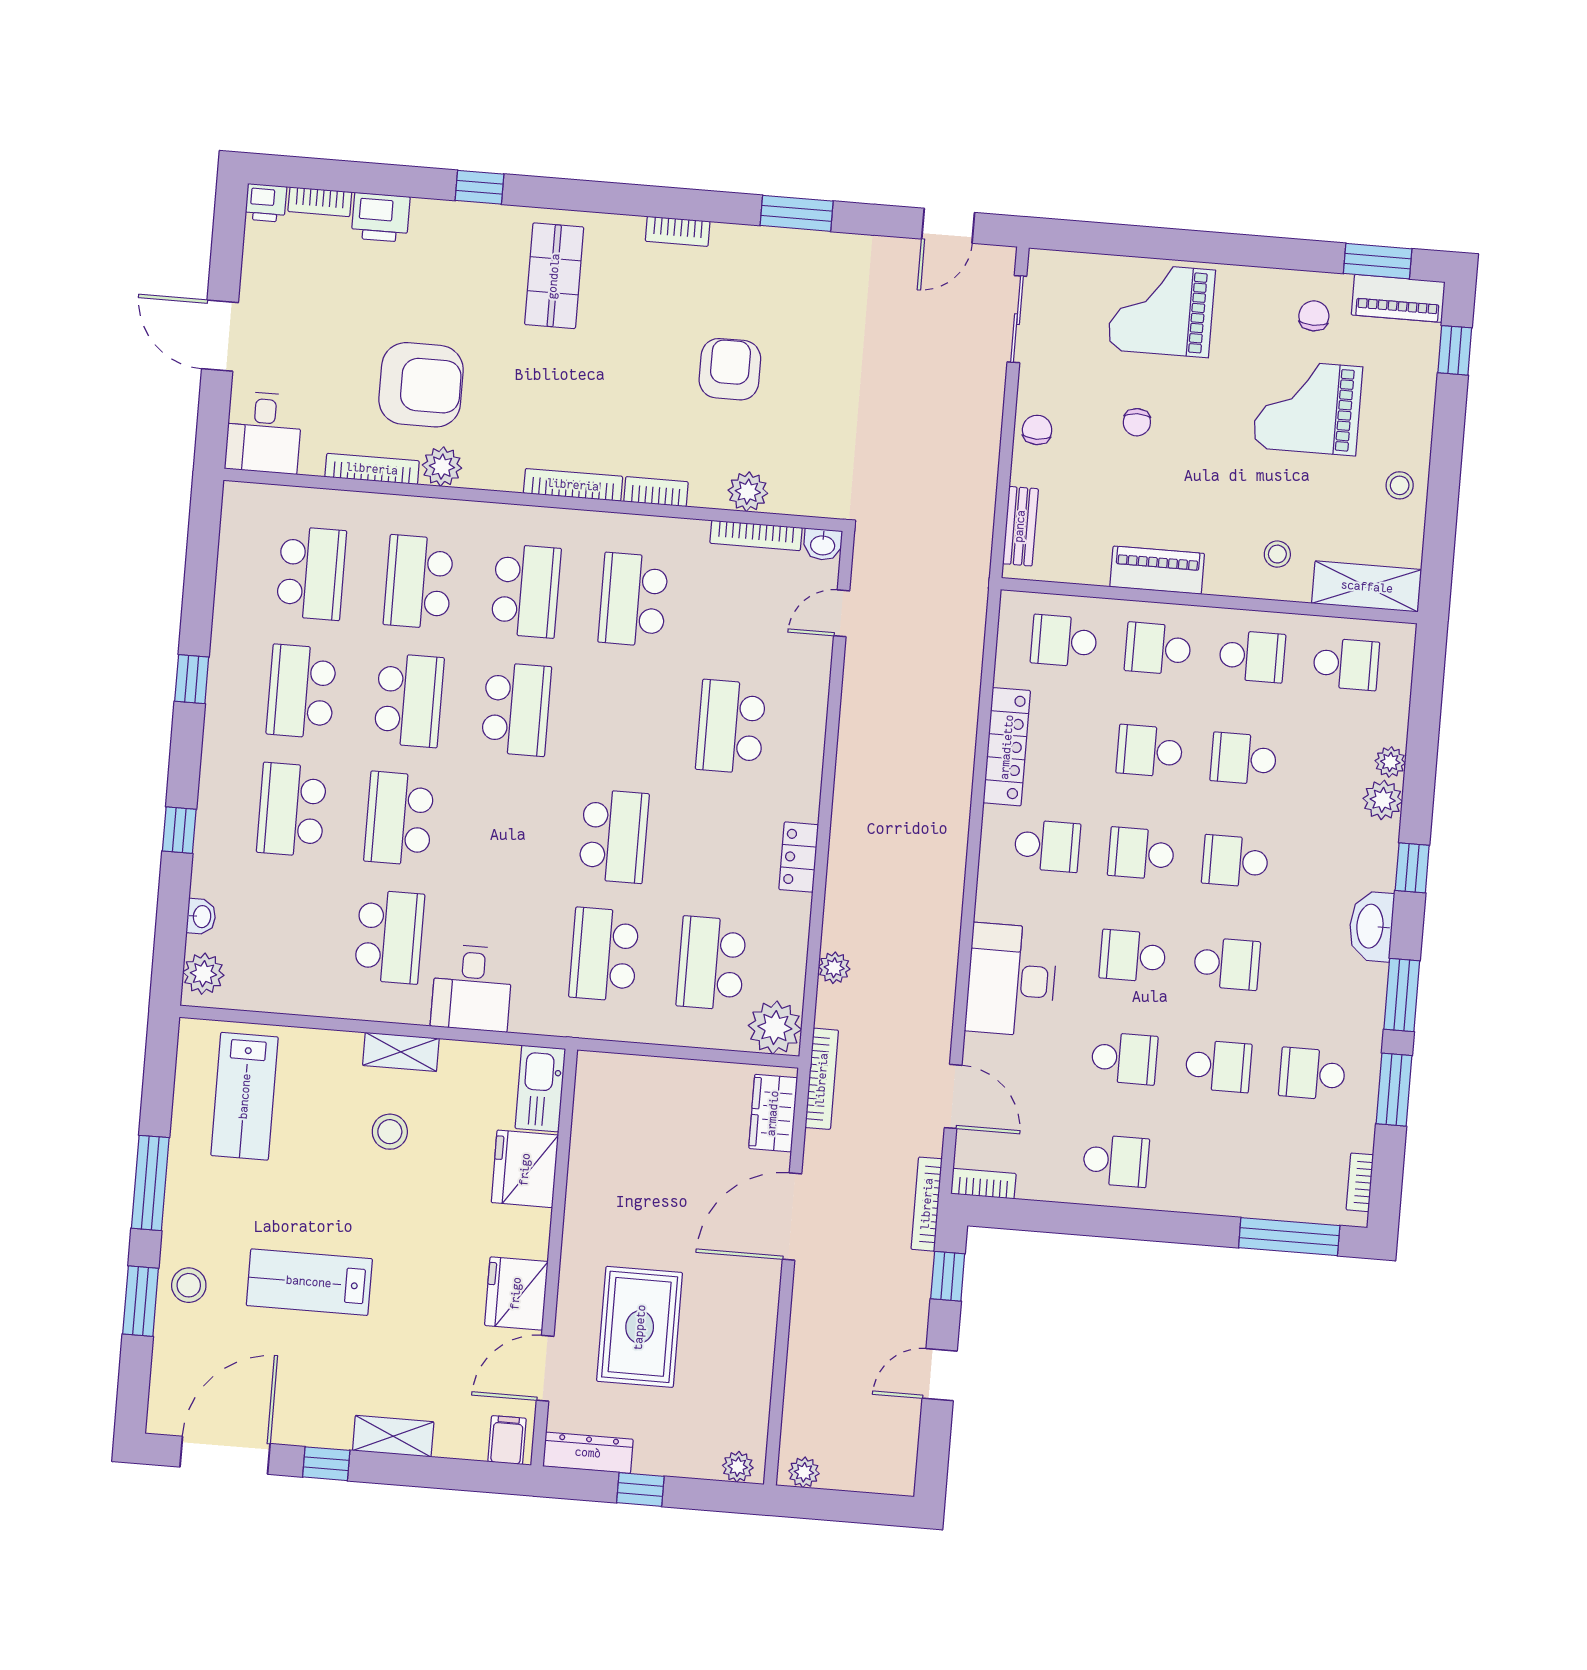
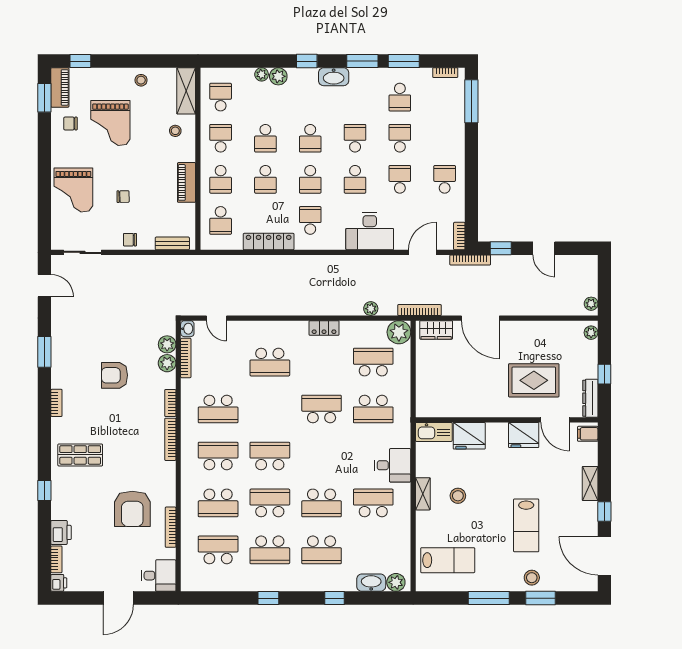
armchair: (421, 385) -> (132, 509), turned 180
plant: (442, 467) -> (167, 344), moved
washbasin: (201, 917) -> (371, 583), width x1.91, depth x1.45
school desk: (711, 963) -> (373, 362), turned 180

